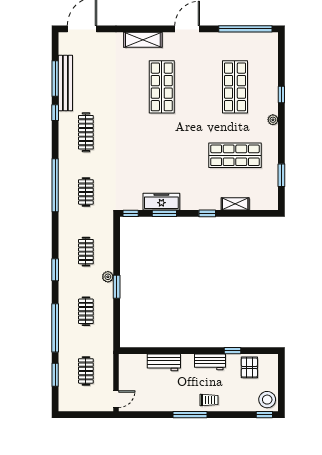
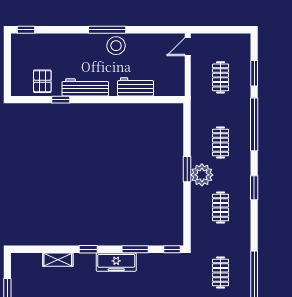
freezer: (161, 202) -> (116, 262), moved
plant: (108, 277) -> (202, 175), width x1.88, depth x1.88
workbench: (210, 362) -> (85, 87), width x1.37
trolley: (209, 400) -> (86, 46), removed
stool: (267, 400) -> (116, 46), moved

